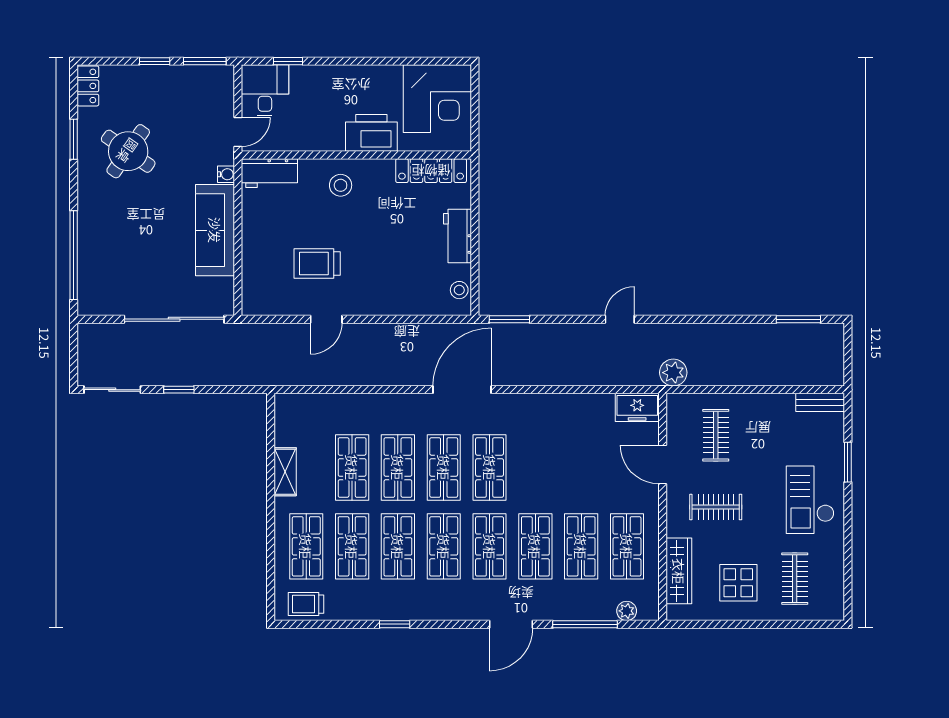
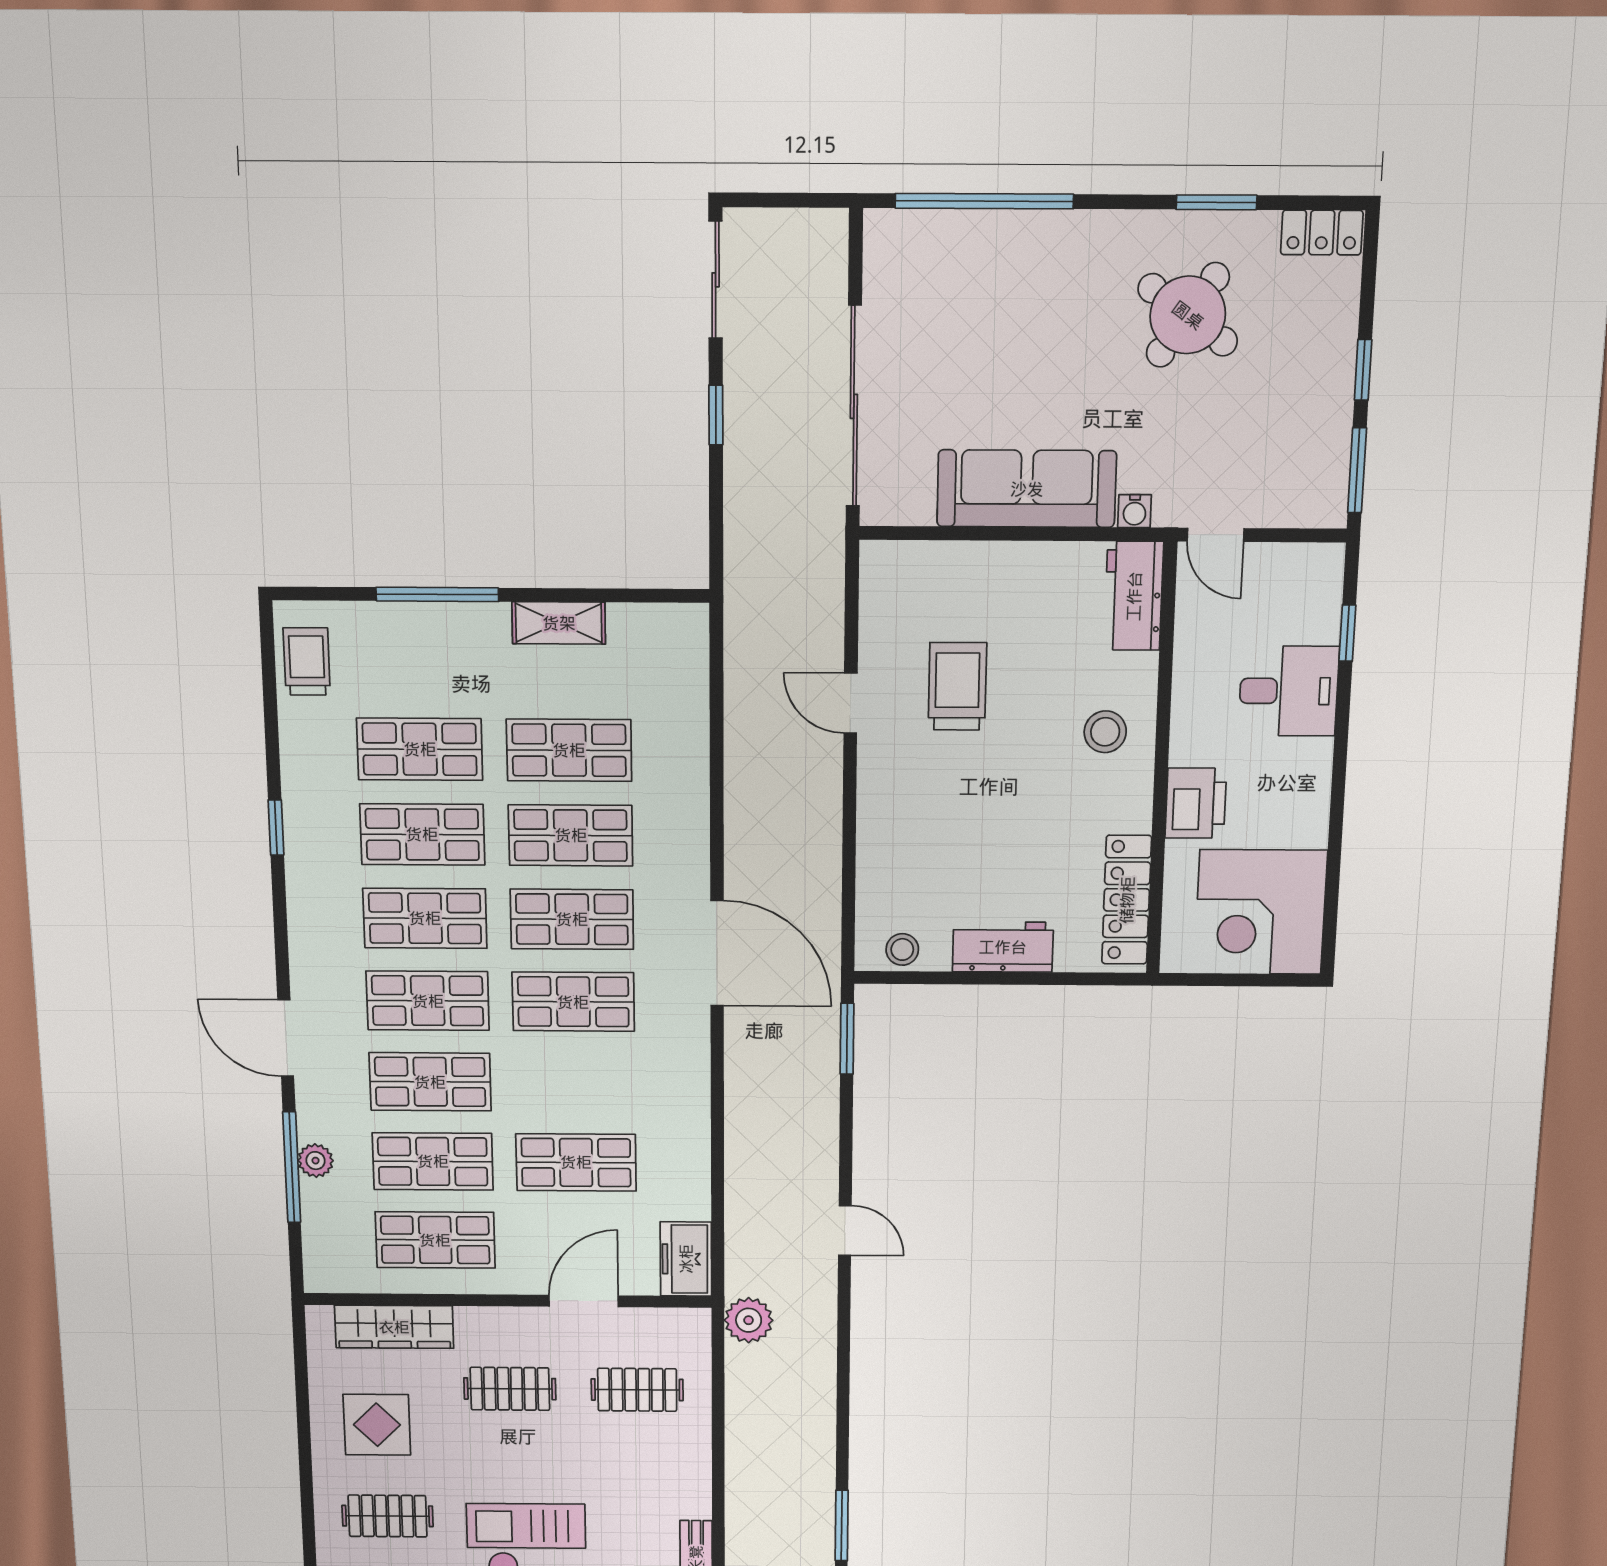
desk: (265, 90) -> (1289, 691), moved
printer: (371, 133) -> (1196, 803), width x0.73, depth x0.84
clothes rail: (716, 507) -> (510, 1389), turned 90
window: (271, 535) -> (437, 594), added
shop shelf: (306, 546) -> (576, 1162), moved
plant: (627, 611) -> (316, 1161), moved

